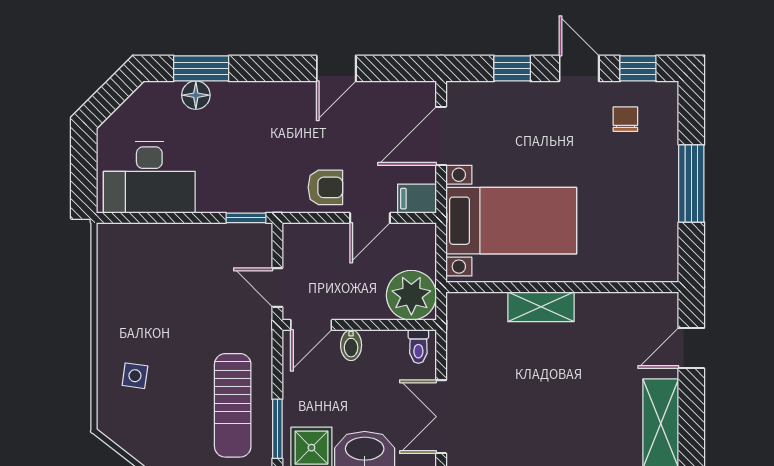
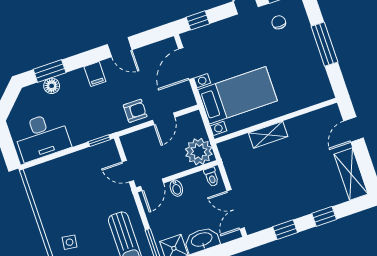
door: (336, 68) -> (120, 47), hinge flipped
window: (512, 68) -> (198, 20), moved
filing cabinet: (417, 199) -> (95, 74), moved, turned -90

